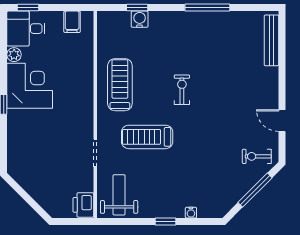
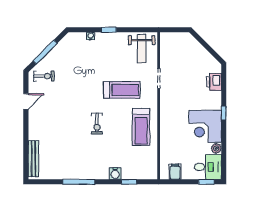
water cooler: (140, 19) -> (115, 174), moved
door: (282, 121) -> (26, 102), hinge flipped
printer: (83, 205) -> (214, 82), moved, turned 180

